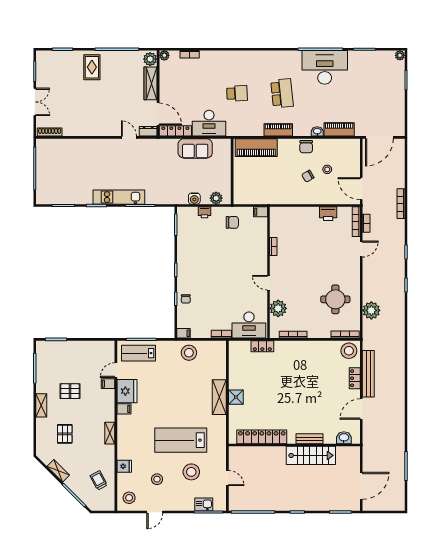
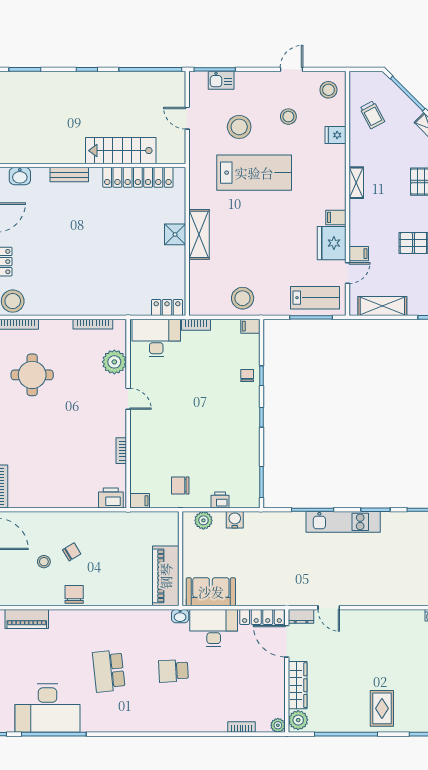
piano: (278, 130) -> (114, 618), removed
washbasin: (317, 131) -> (180, 616), moved
sofa: (195, 148) -> (211, 592), moved
piano: (256, 148) -> (166, 576), moved, turned -90
printer: (328, 214) -> (111, 498), moved
locker: (262, 346) -> (167, 308), moved
shelving: (92, 347) -> (382, 306), added
stairs: (311, 455) -> (121, 151), moved

